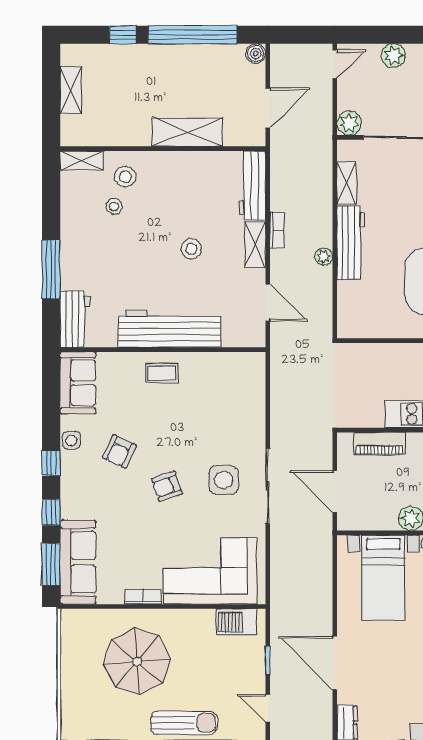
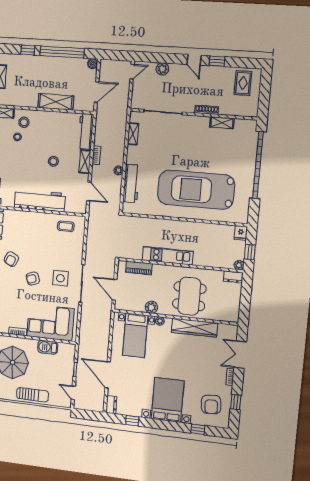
plant: (349, 123) -> (137, 103), removed
workbench: (351, 243) -> (131, 184), moved
coffee table: (162, 373) -> (66, 226), moved
barbecue: (236, 622) -> (48, 347), moved

